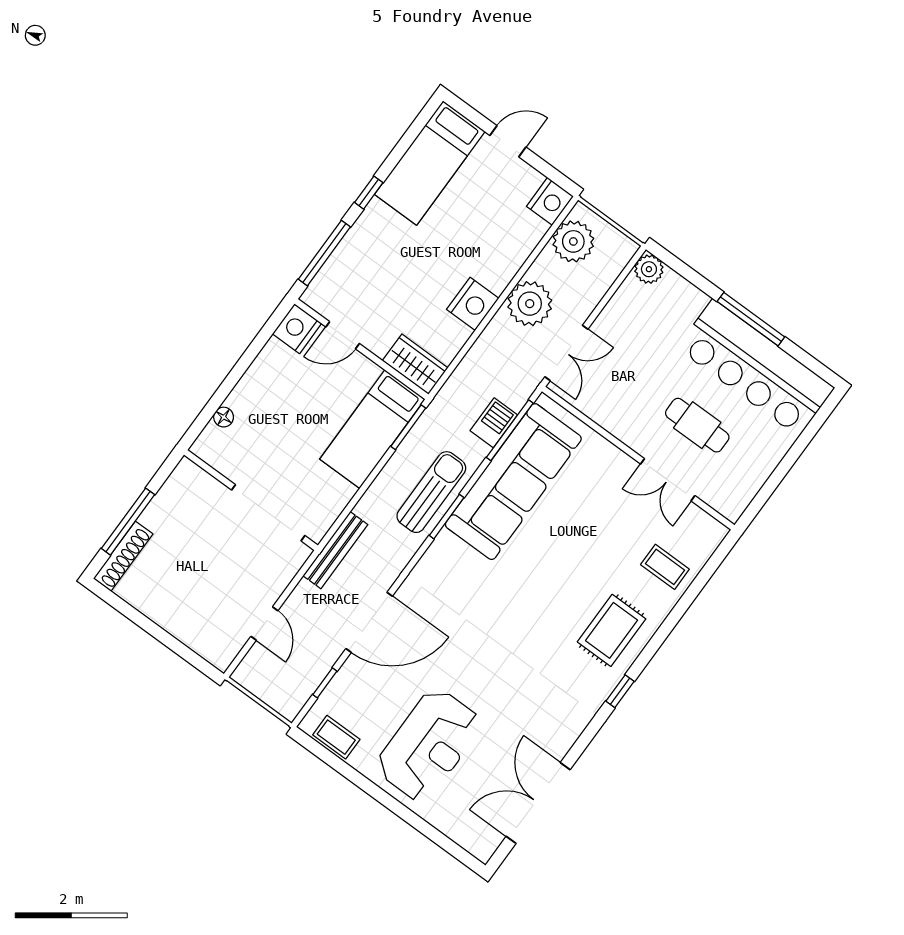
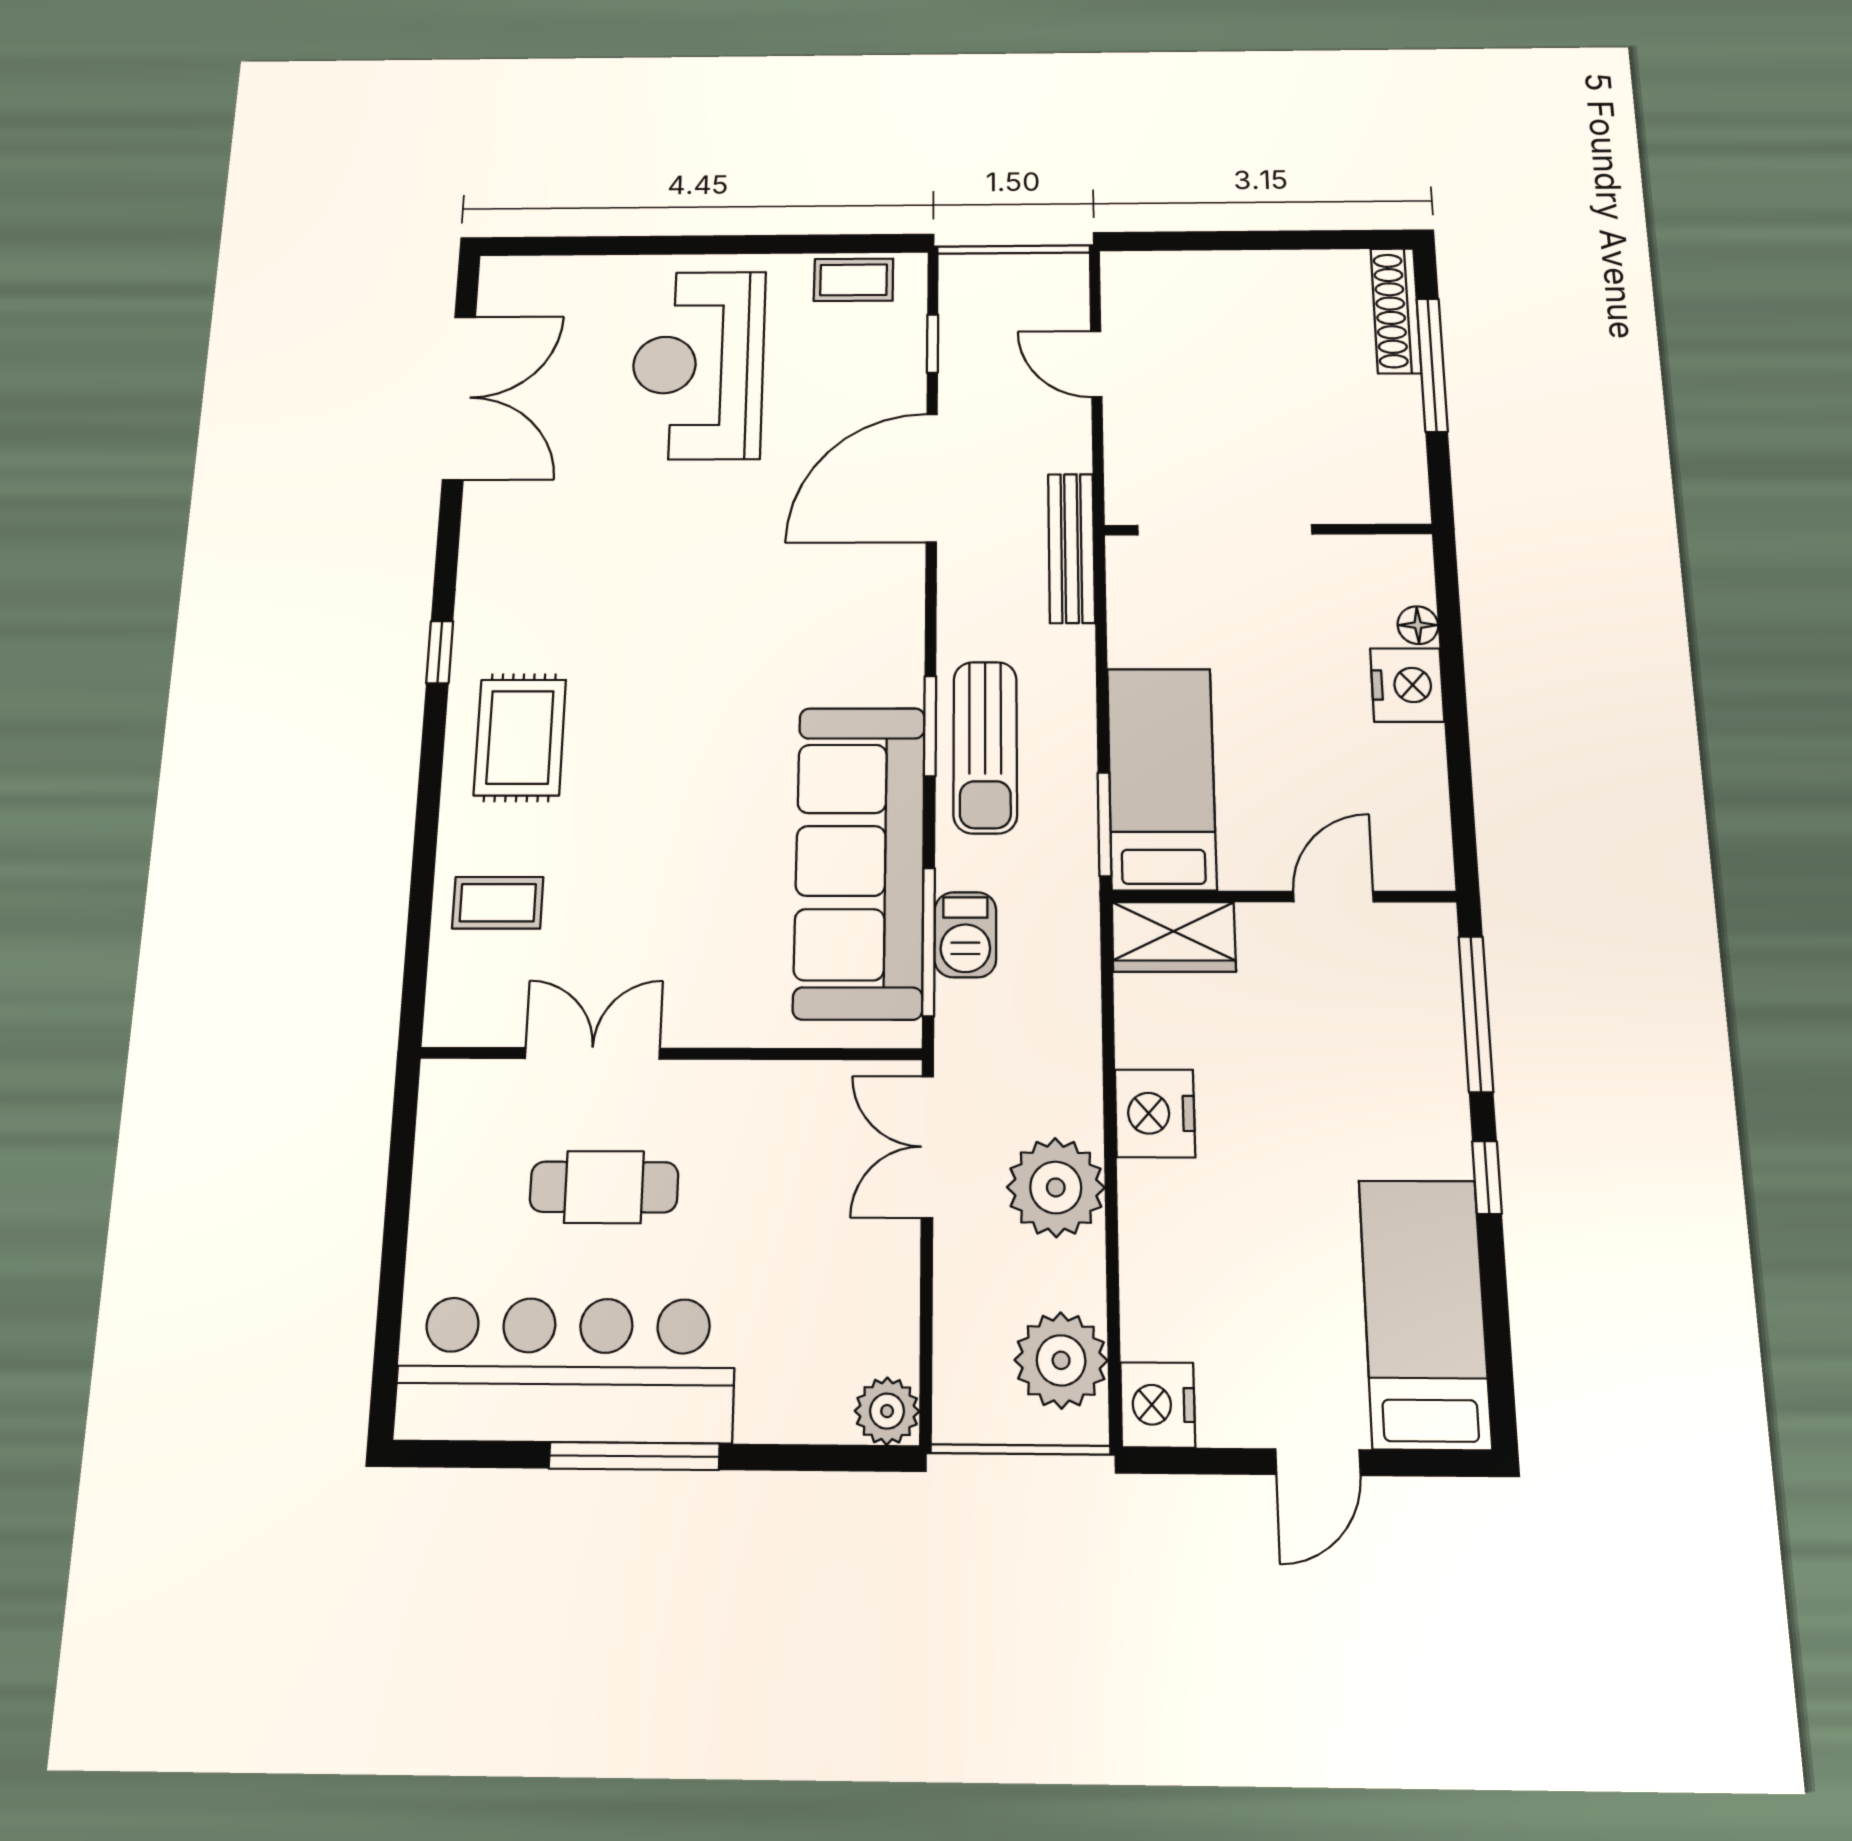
nightstand: (297, 329) -> (1407, 685), moved

